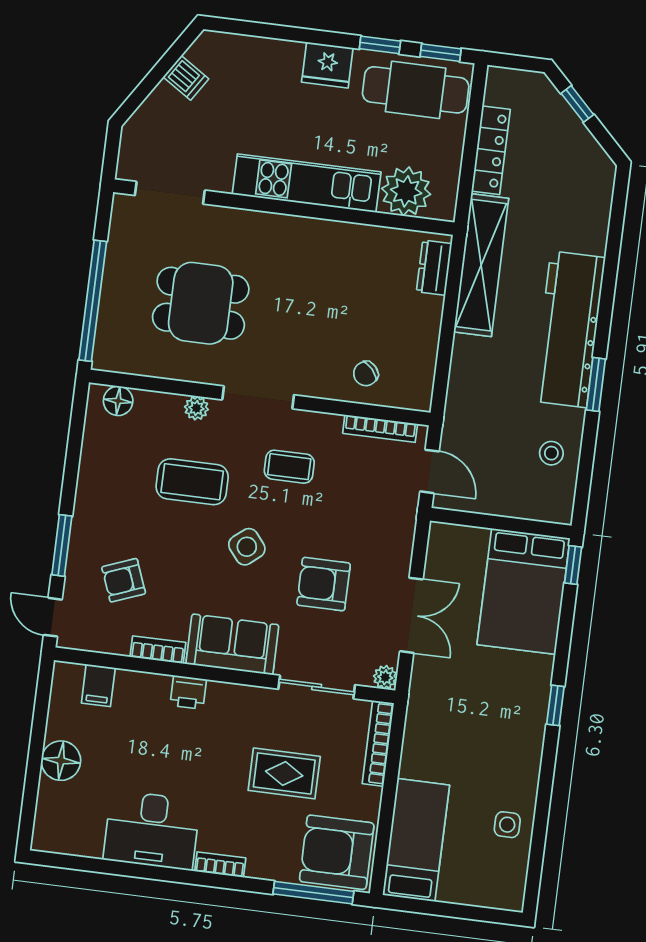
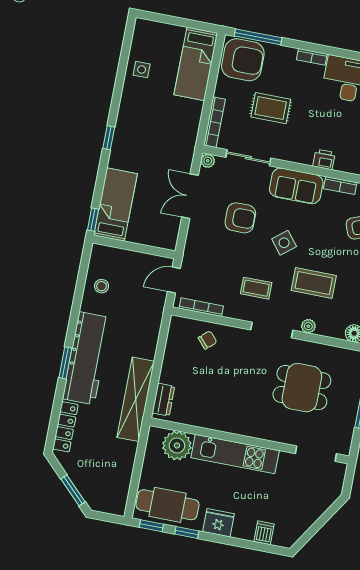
dishwasher: (186, 78) -> (264, 533), moved, turned 57
window: (577, 104) -> (73, 490), width x1.50
locker: (491, 150) -> (65, 427), moved, turned 180
window: (596, 384) -> (65, 363), moved
door: (430, 471) -> (174, 280), hinge flipped
bed: (524, 591) -> (116, 204), width x0.67

